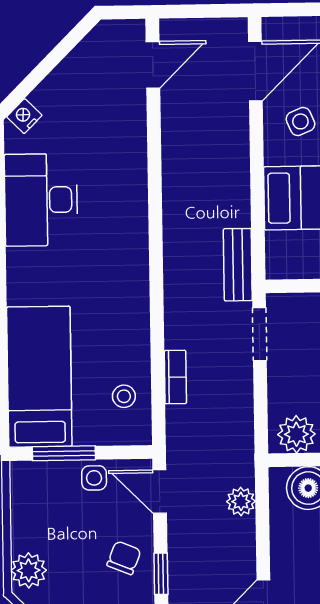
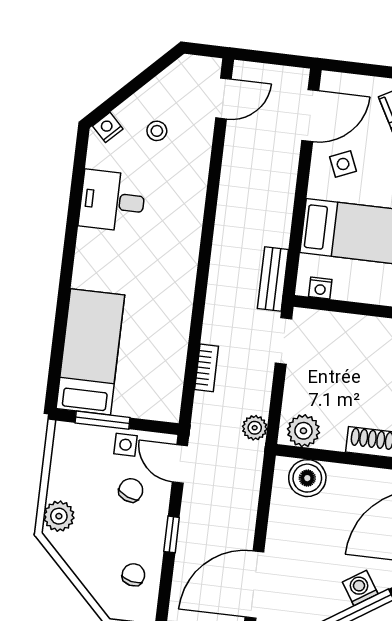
desk: (41, 200) -> (112, 201), width x0.73
nightstand: (294, 268) -> (320, 288), added
stool: (124, 396) -> (157, 131), moved
plant: (241, 501) -> (255, 428), moved
chair: (124, 558) -> (131, 490), moved

